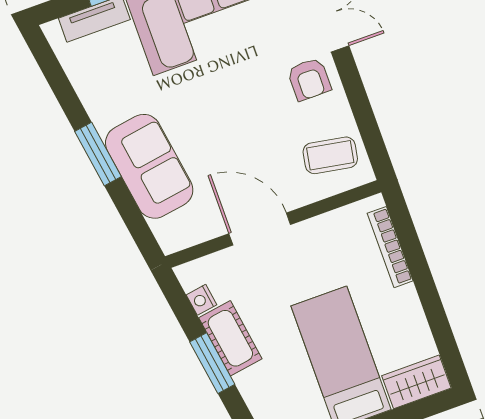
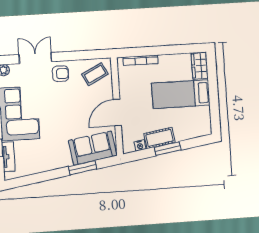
window: (98, 154) -> (83, 168), moved
coffee table: (330, 155) -> (95, 74), turned 53
sofa: (149, 166) -> (93, 148), moved

